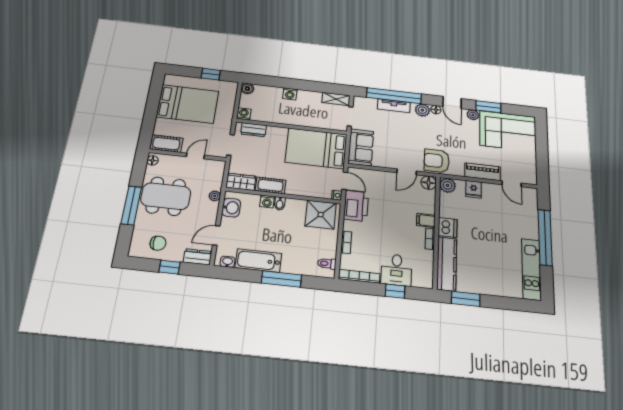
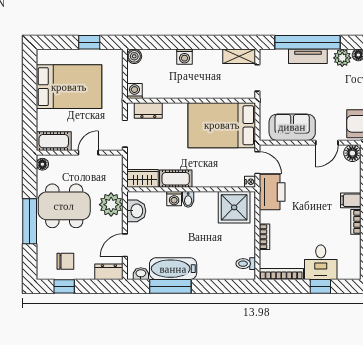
sofa: (361, 147) -> (292, 127), moved, turned -90
plant: (215, 196) -> (111, 205), width x1.88, depth x1.88
window: (169, 267) -> (64, 286), moved
window: (282, 279) -> (170, 286), moved

